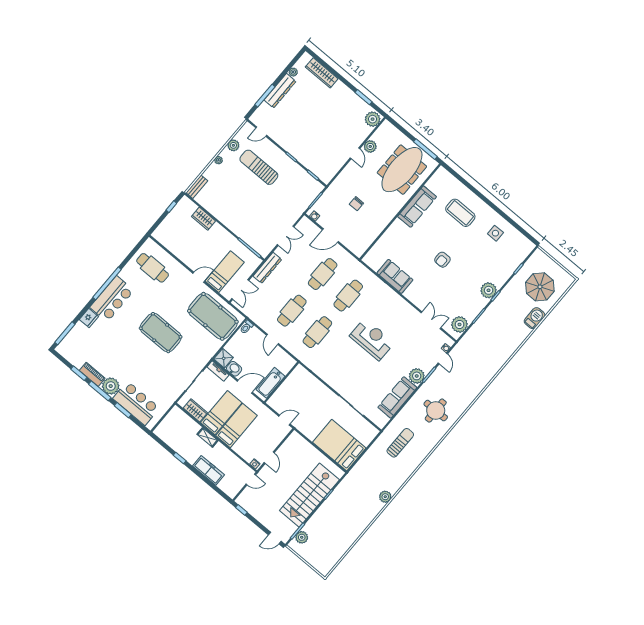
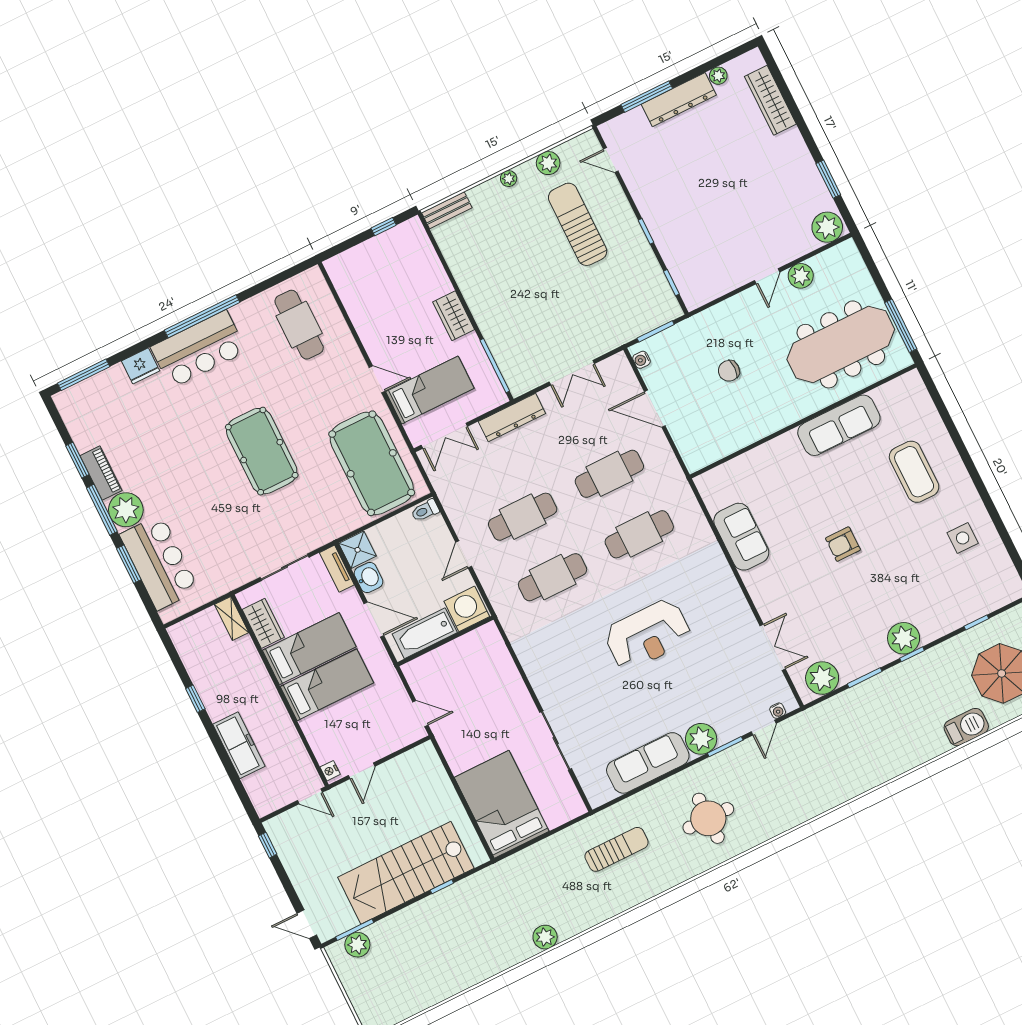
wardrobe: (203, 219) -> (454, 316), moved
reception desk: (372, 339) -> (648, 635), turned 90
washing machine: (285, 363) -> (467, 609), added
shelving: (208, 437) -> (232, 619), moved

